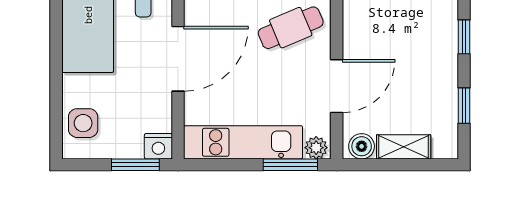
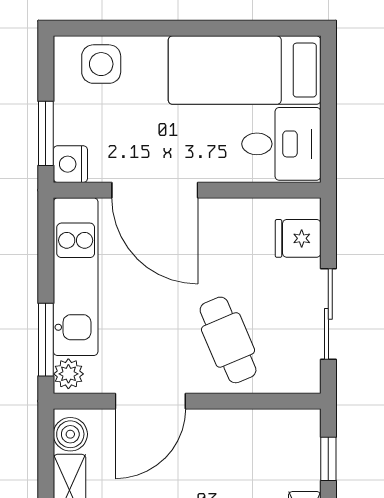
door: (178, 59) -> (155, 190), moved
door: (337, 86) -> (150, 401), hinge flipped

